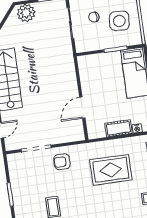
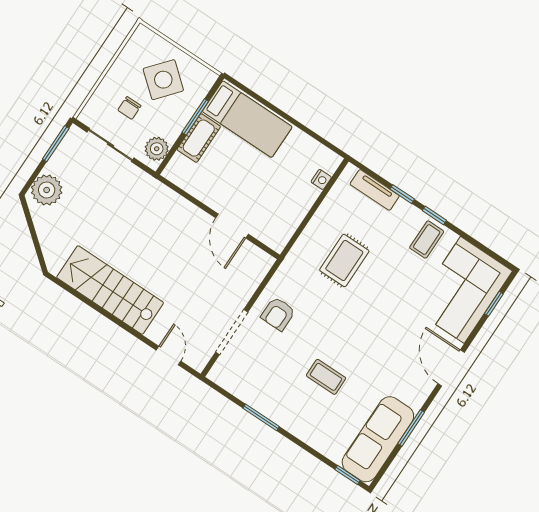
side table: (119, 21) -> (163, 80), turned 36
plant: (87, 45) -> (157, 149), added
cot: (118, 128) -> (199, 138), moved
rug: (111, 170) -> (344, 260), width x0.73, depth x0.70

